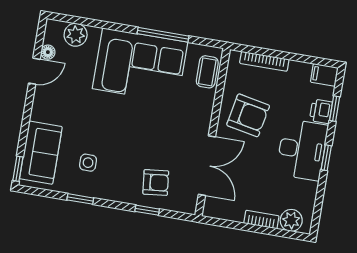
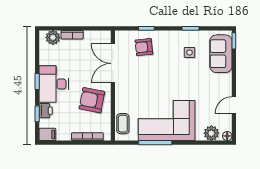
floor lamp: (48, 52) -> (227, 136), moved

